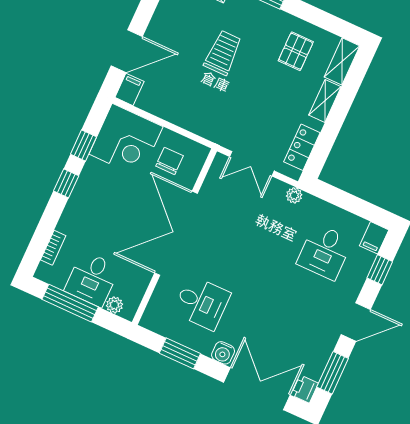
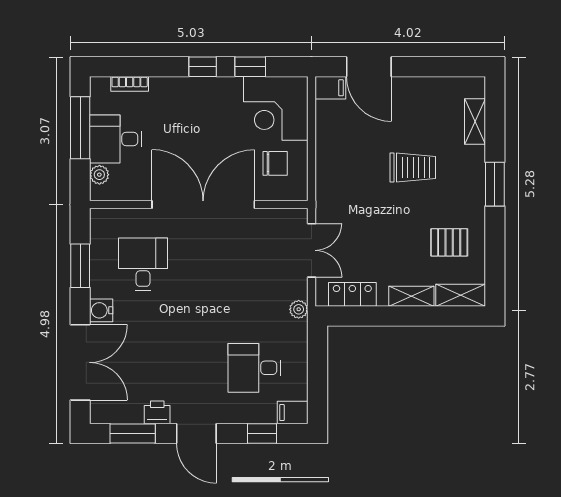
double door: (252, 164) -> (311, 250), swing flipped
desk: (202, 303) -> (143, 264), turned 180
printer: (305, 389) -> (157, 412), moved

